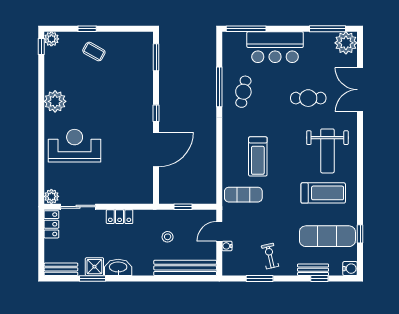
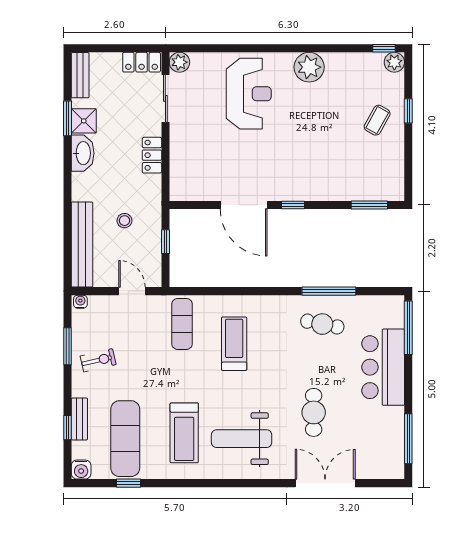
plant: (346, 43) -> (389, 464), removed
treadmill: (258, 156) -> (234, 344), turned 90
water cooler: (227, 246) -> (80, 302), moved

